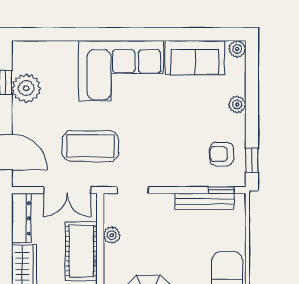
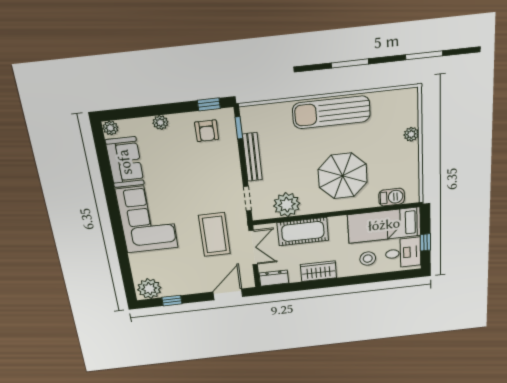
plant: (26, 88) -> (149, 289), moved
bench: (204, 201) -> (252, 157), moved
dresser: (21, 218) -> (274, 278), width x0.70
plant: (112, 235) -> (287, 205), width x1.88, depth x1.88

